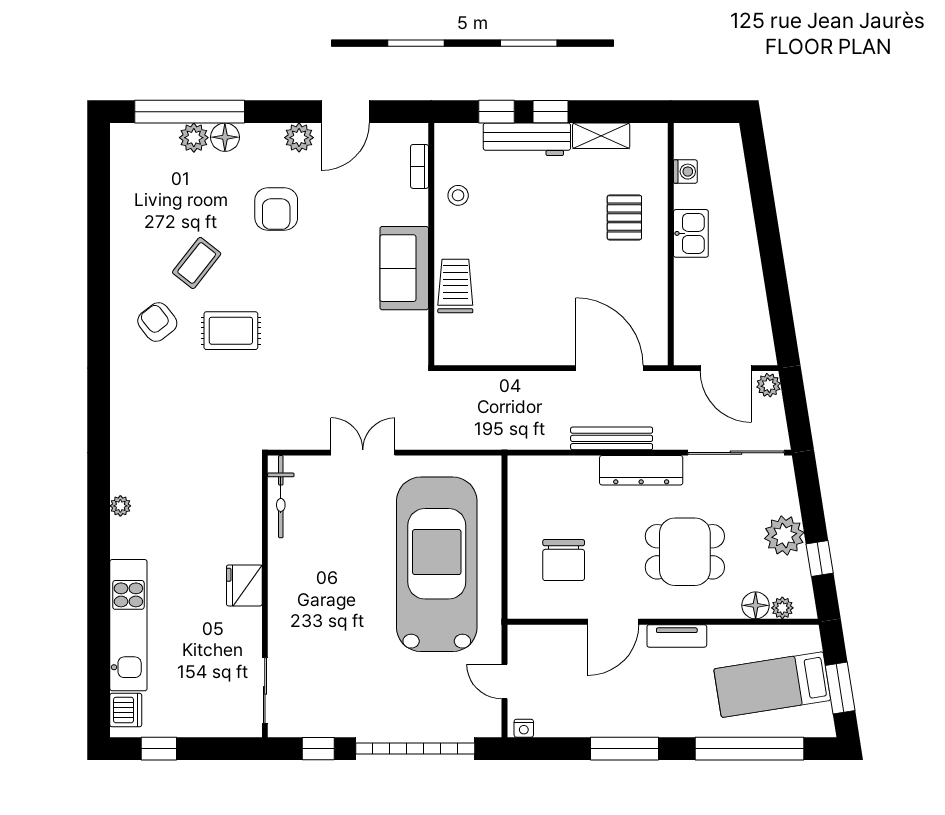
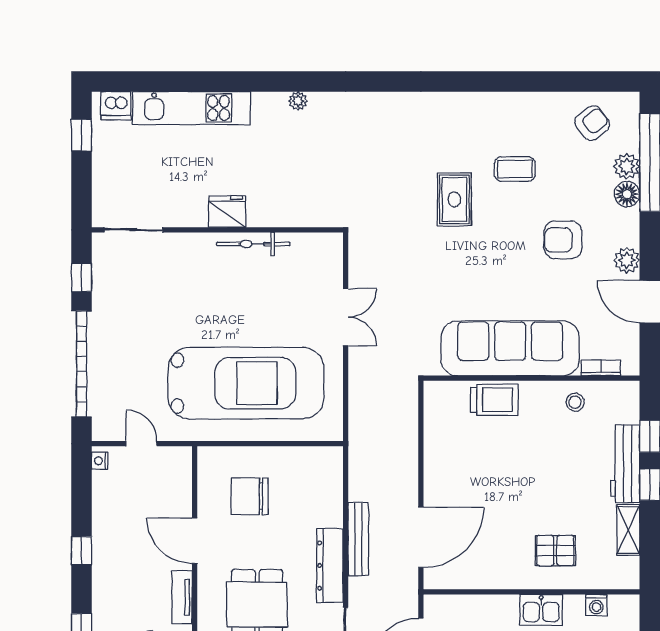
coffee table: (197, 263) -> (515, 169), turned -38
sofa: (404, 268) -> (510, 348), width x1.85, depth x1.27
armchair: (157, 322) -> (592, 123), moved
bicycle: (281, 497) -> (253, 244), moved
door: (504, 681) -> (141, 444), hinge flipped
window: (625, 749) -> (82, 551), width x0.46

